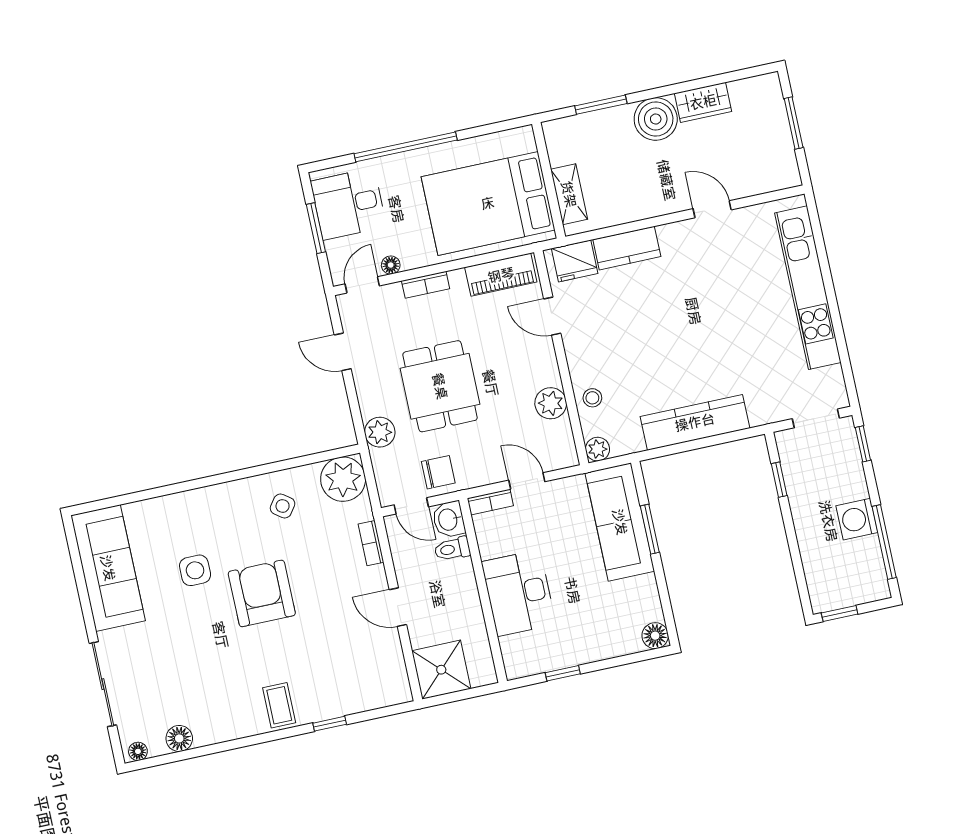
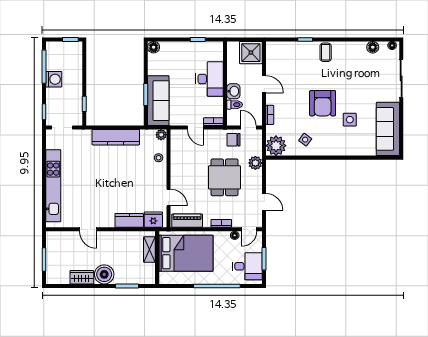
plant: (551, 403) -> (177, 159), removed
washbasin: (449, 519) -> (233, 91), moved

